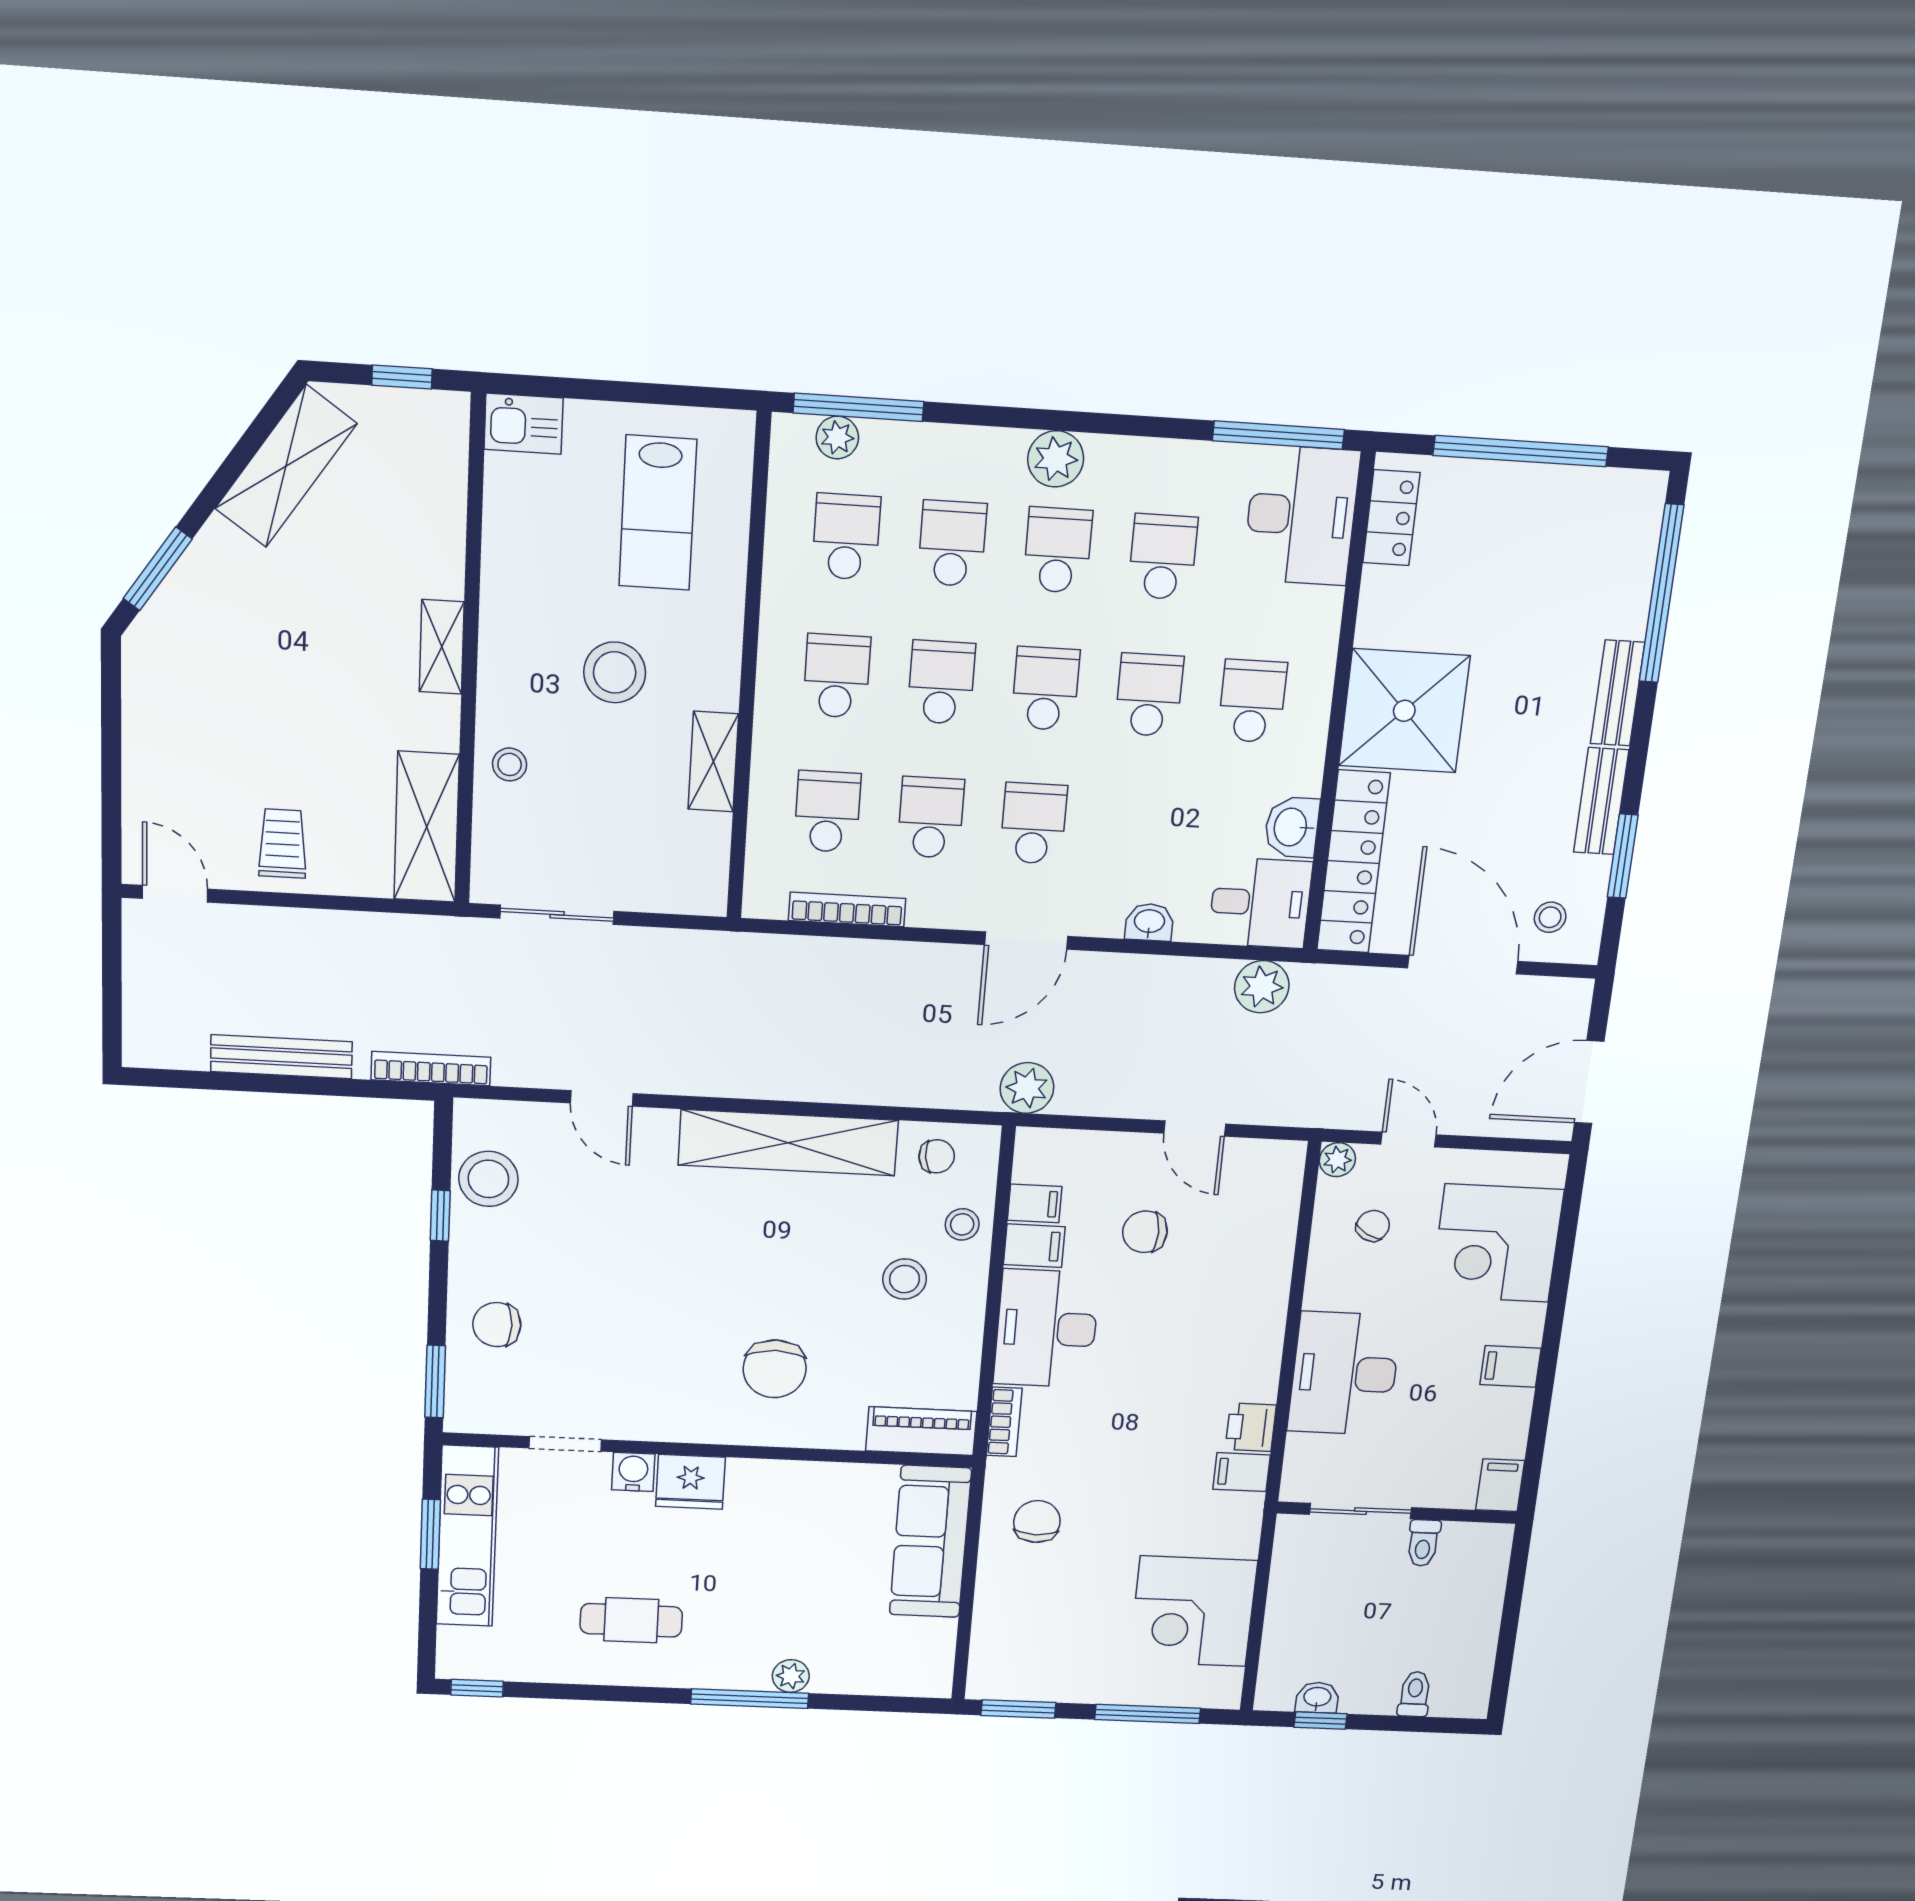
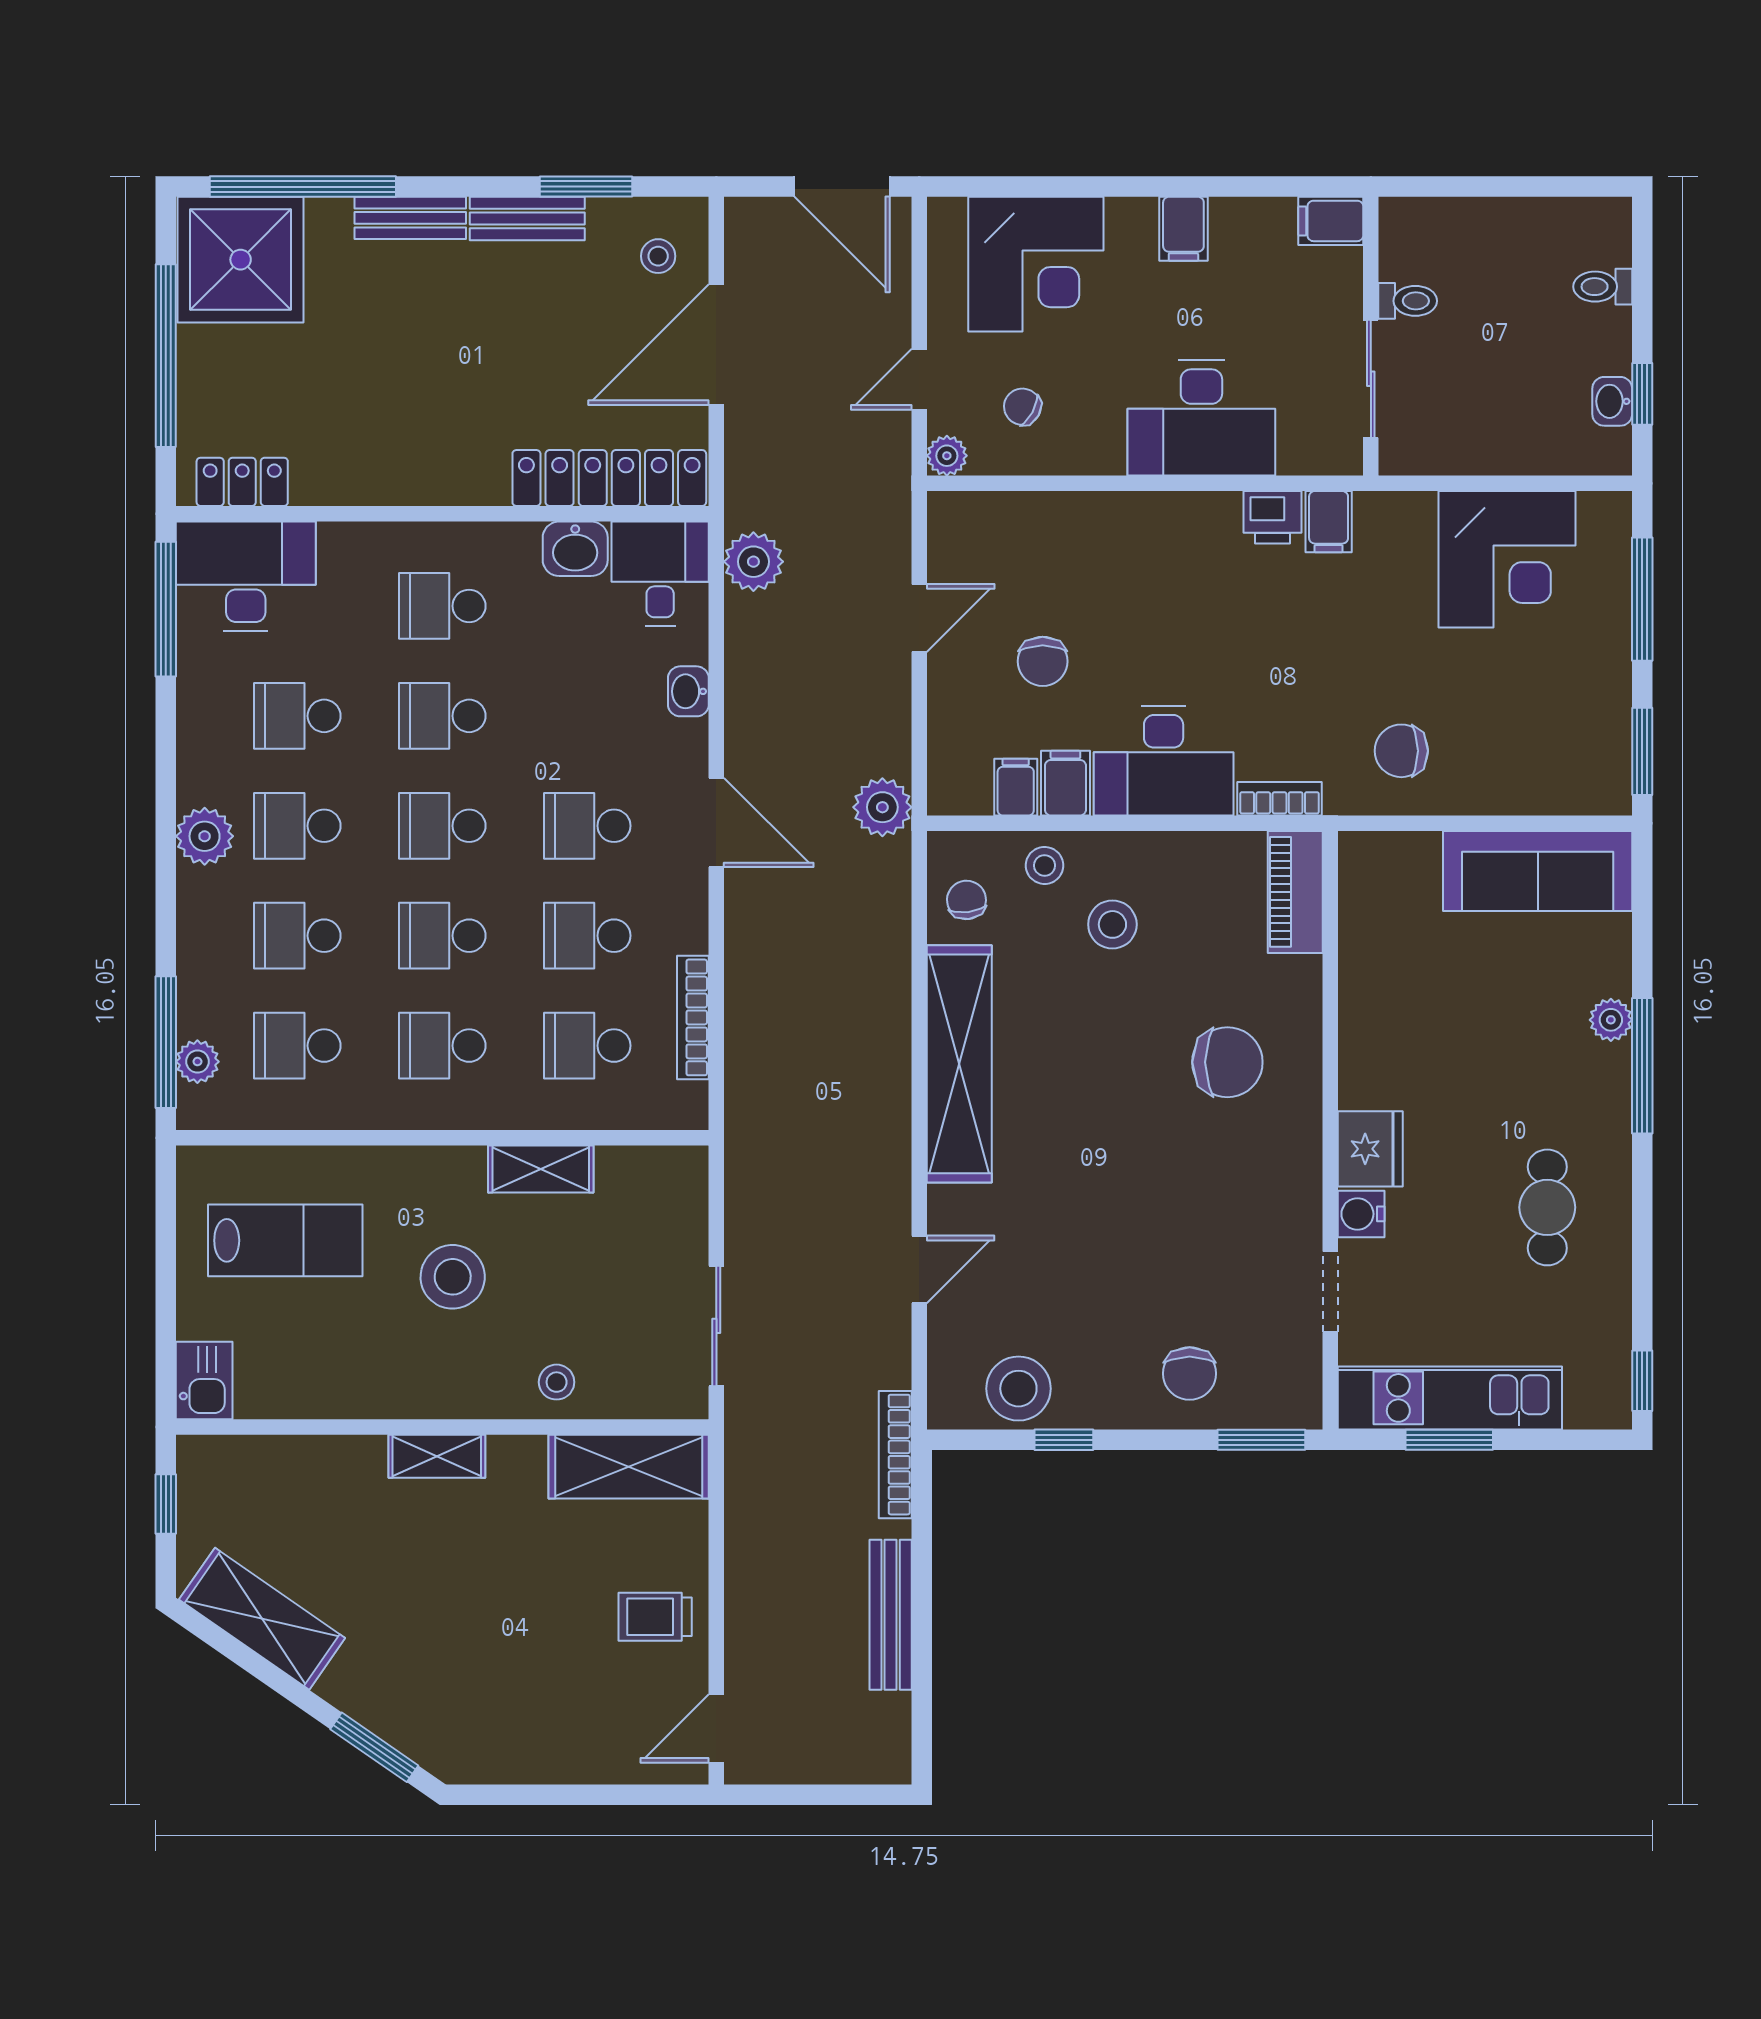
shower: (1404, 711) -> (241, 260), moved
sofa: (930, 1542) -> (1538, 871), moved

